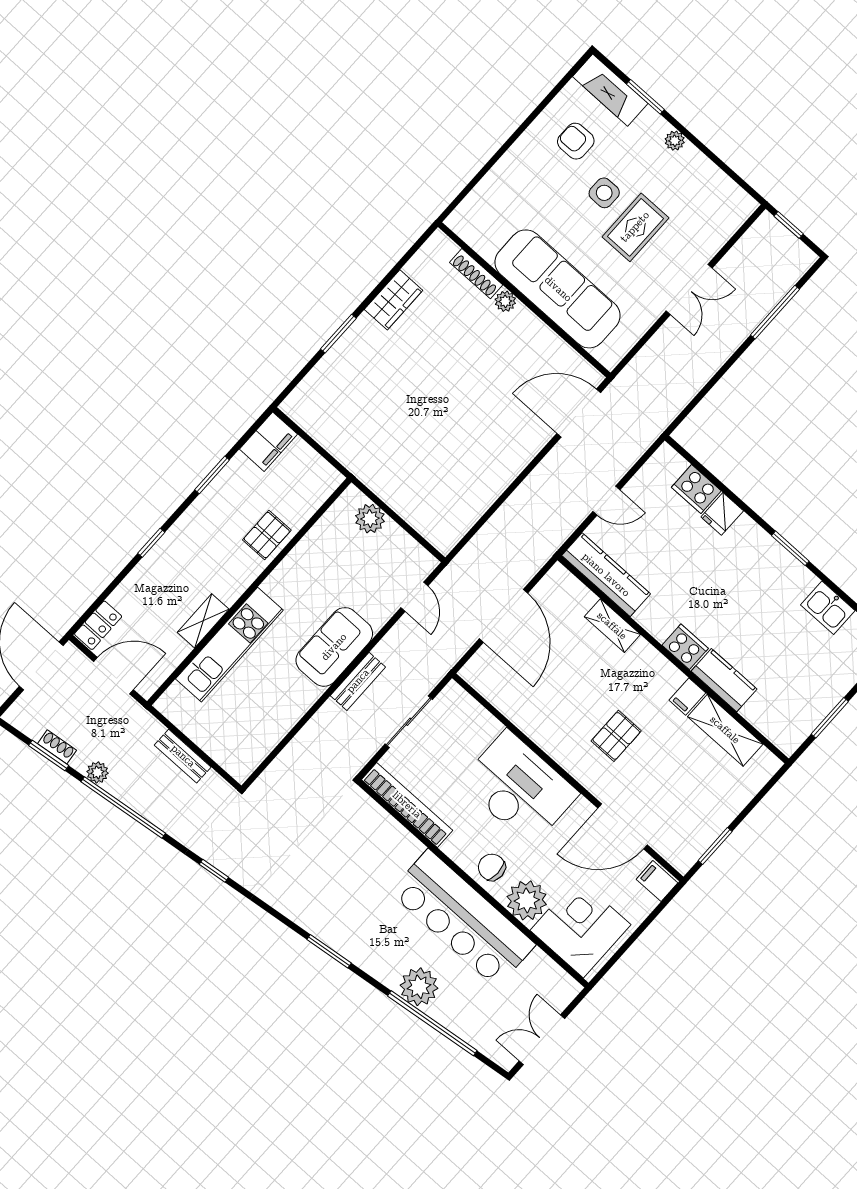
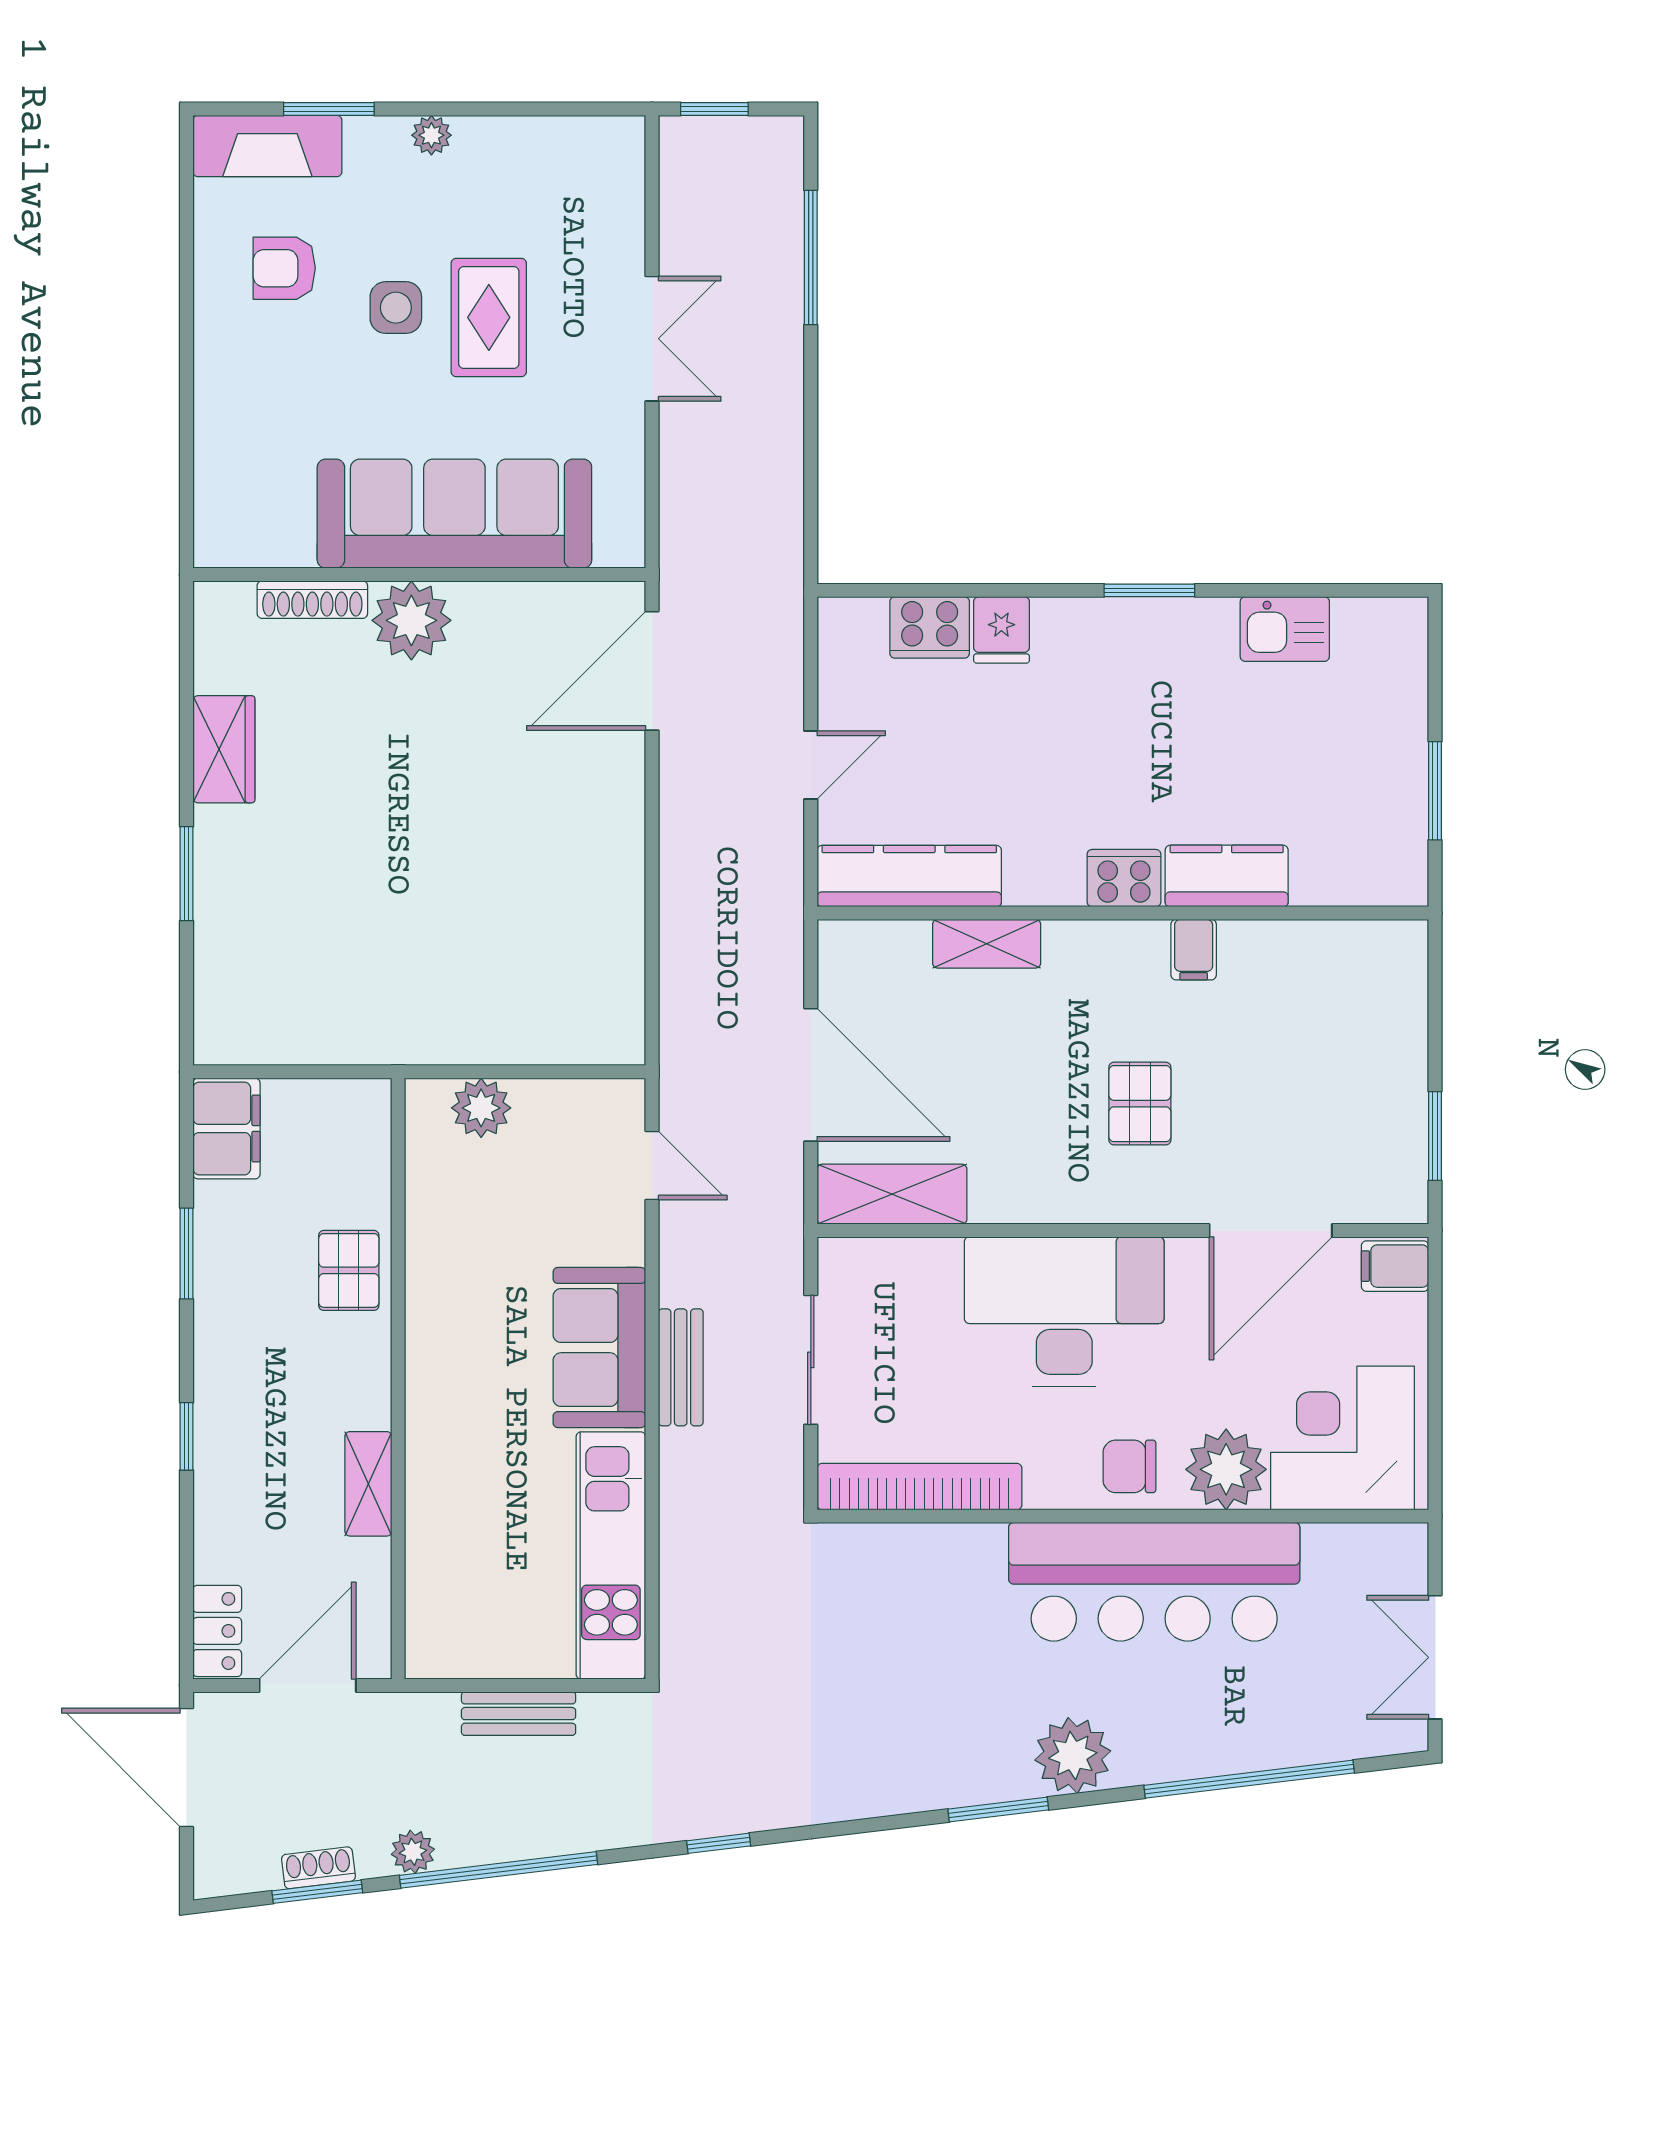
plant: (505, 301) -> (411, 620), width x1.87, depth x1.87
kitchen unit: (229, 645) -> (611, 1555), moved, turned 180
shelving: (725, 730) -> (892, 1194), moved
plant: (419, 987) -> (1073, 1755), moved

